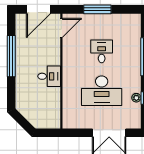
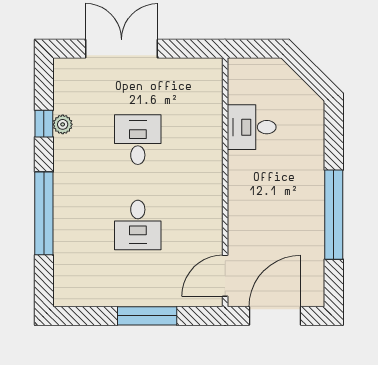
desk: (49, 76) -> (252, 127), moved
desk: (102, 91) -> (138, 140), width x0.53, depth x0.77

